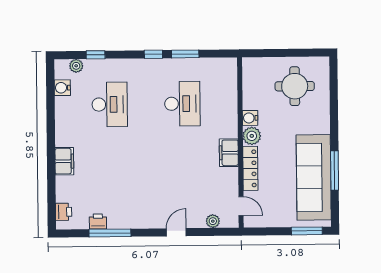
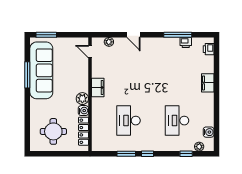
locker: (250, 168) -> (84, 131), moved
door: (176, 232) -> (134, 35), hinge flipped

